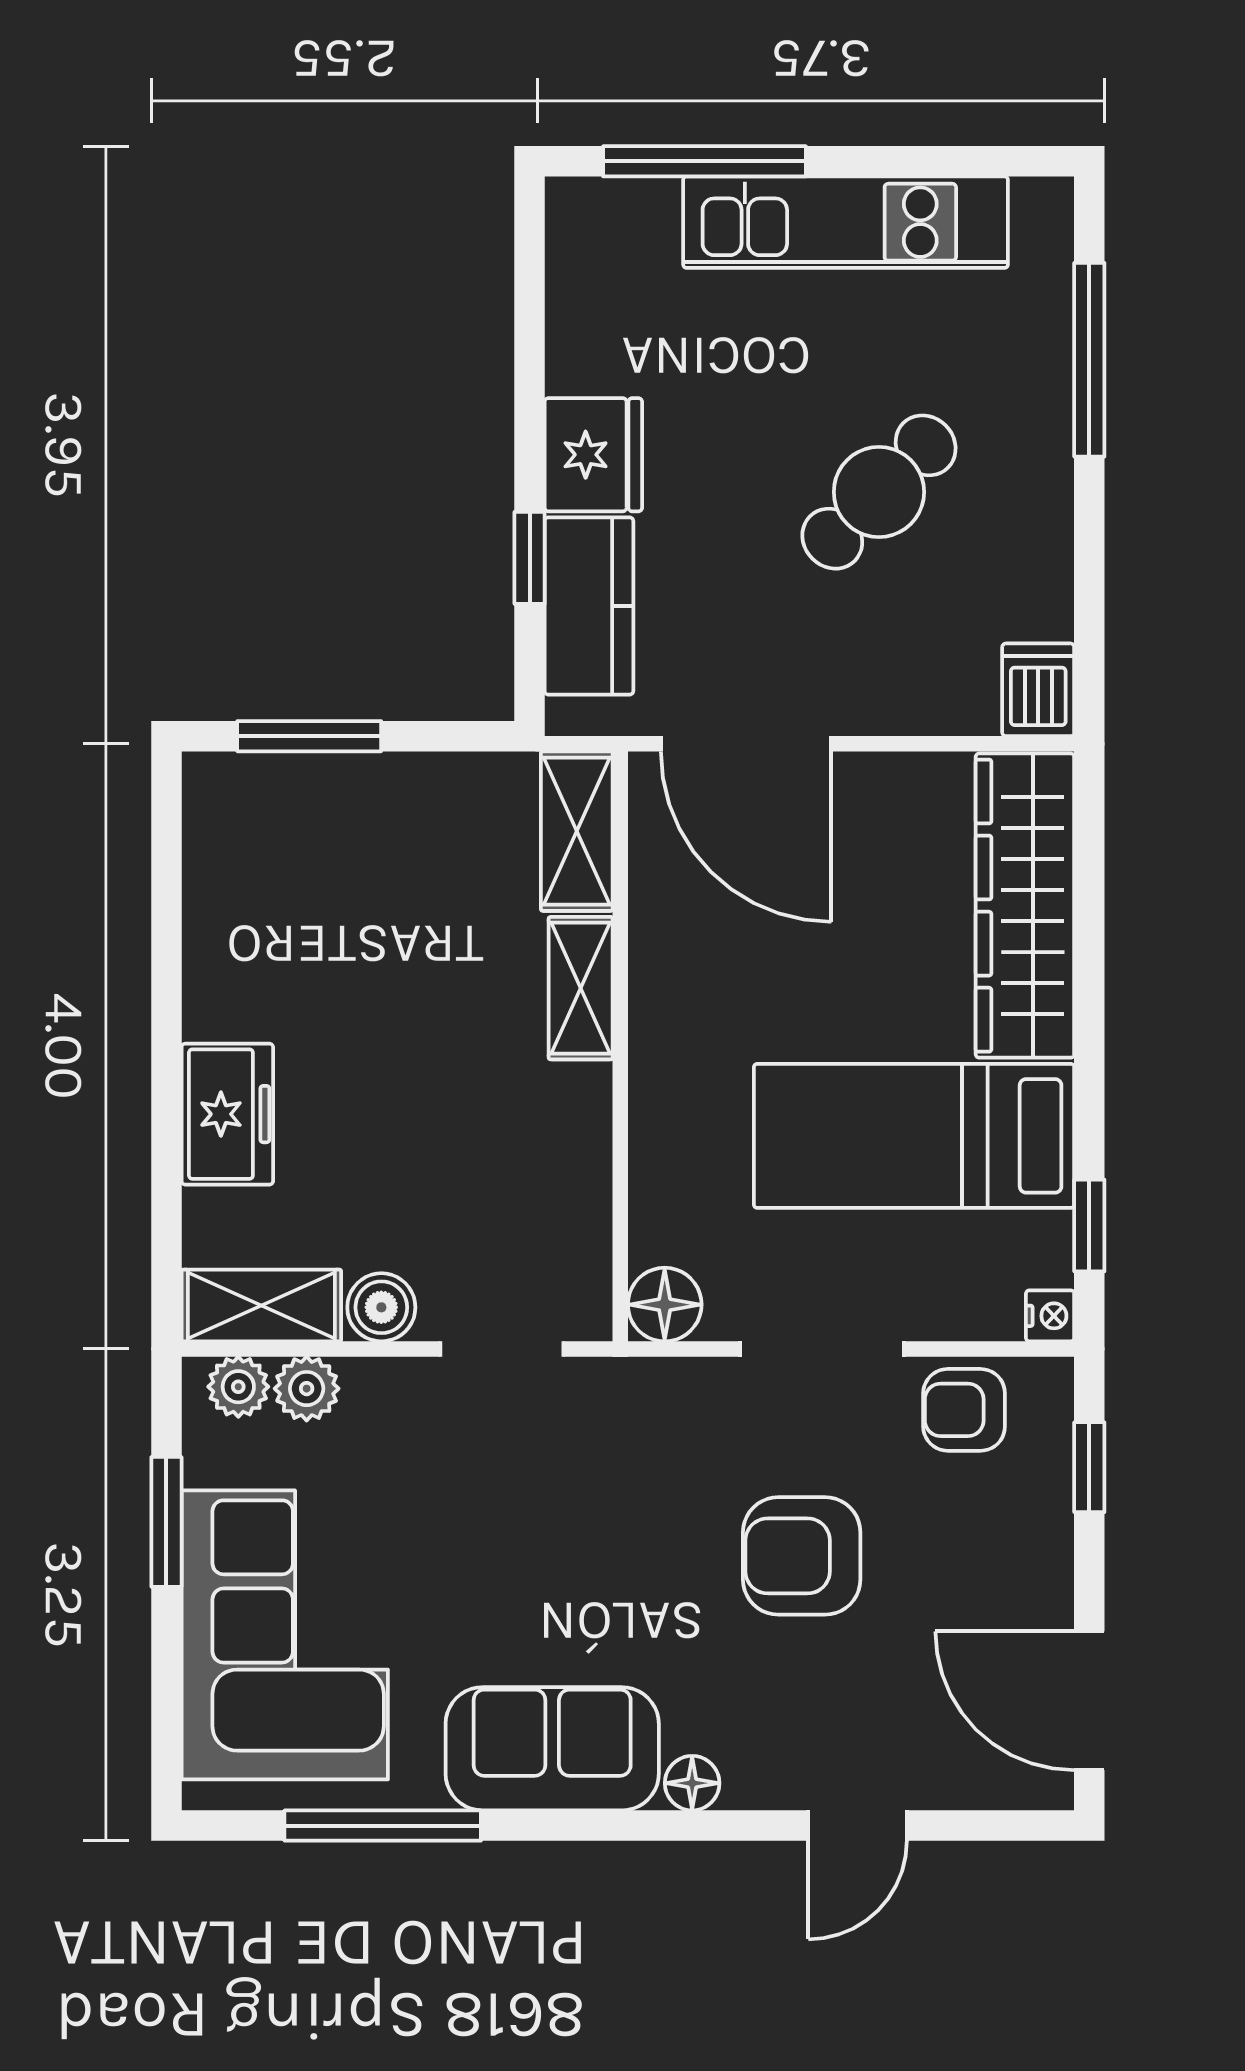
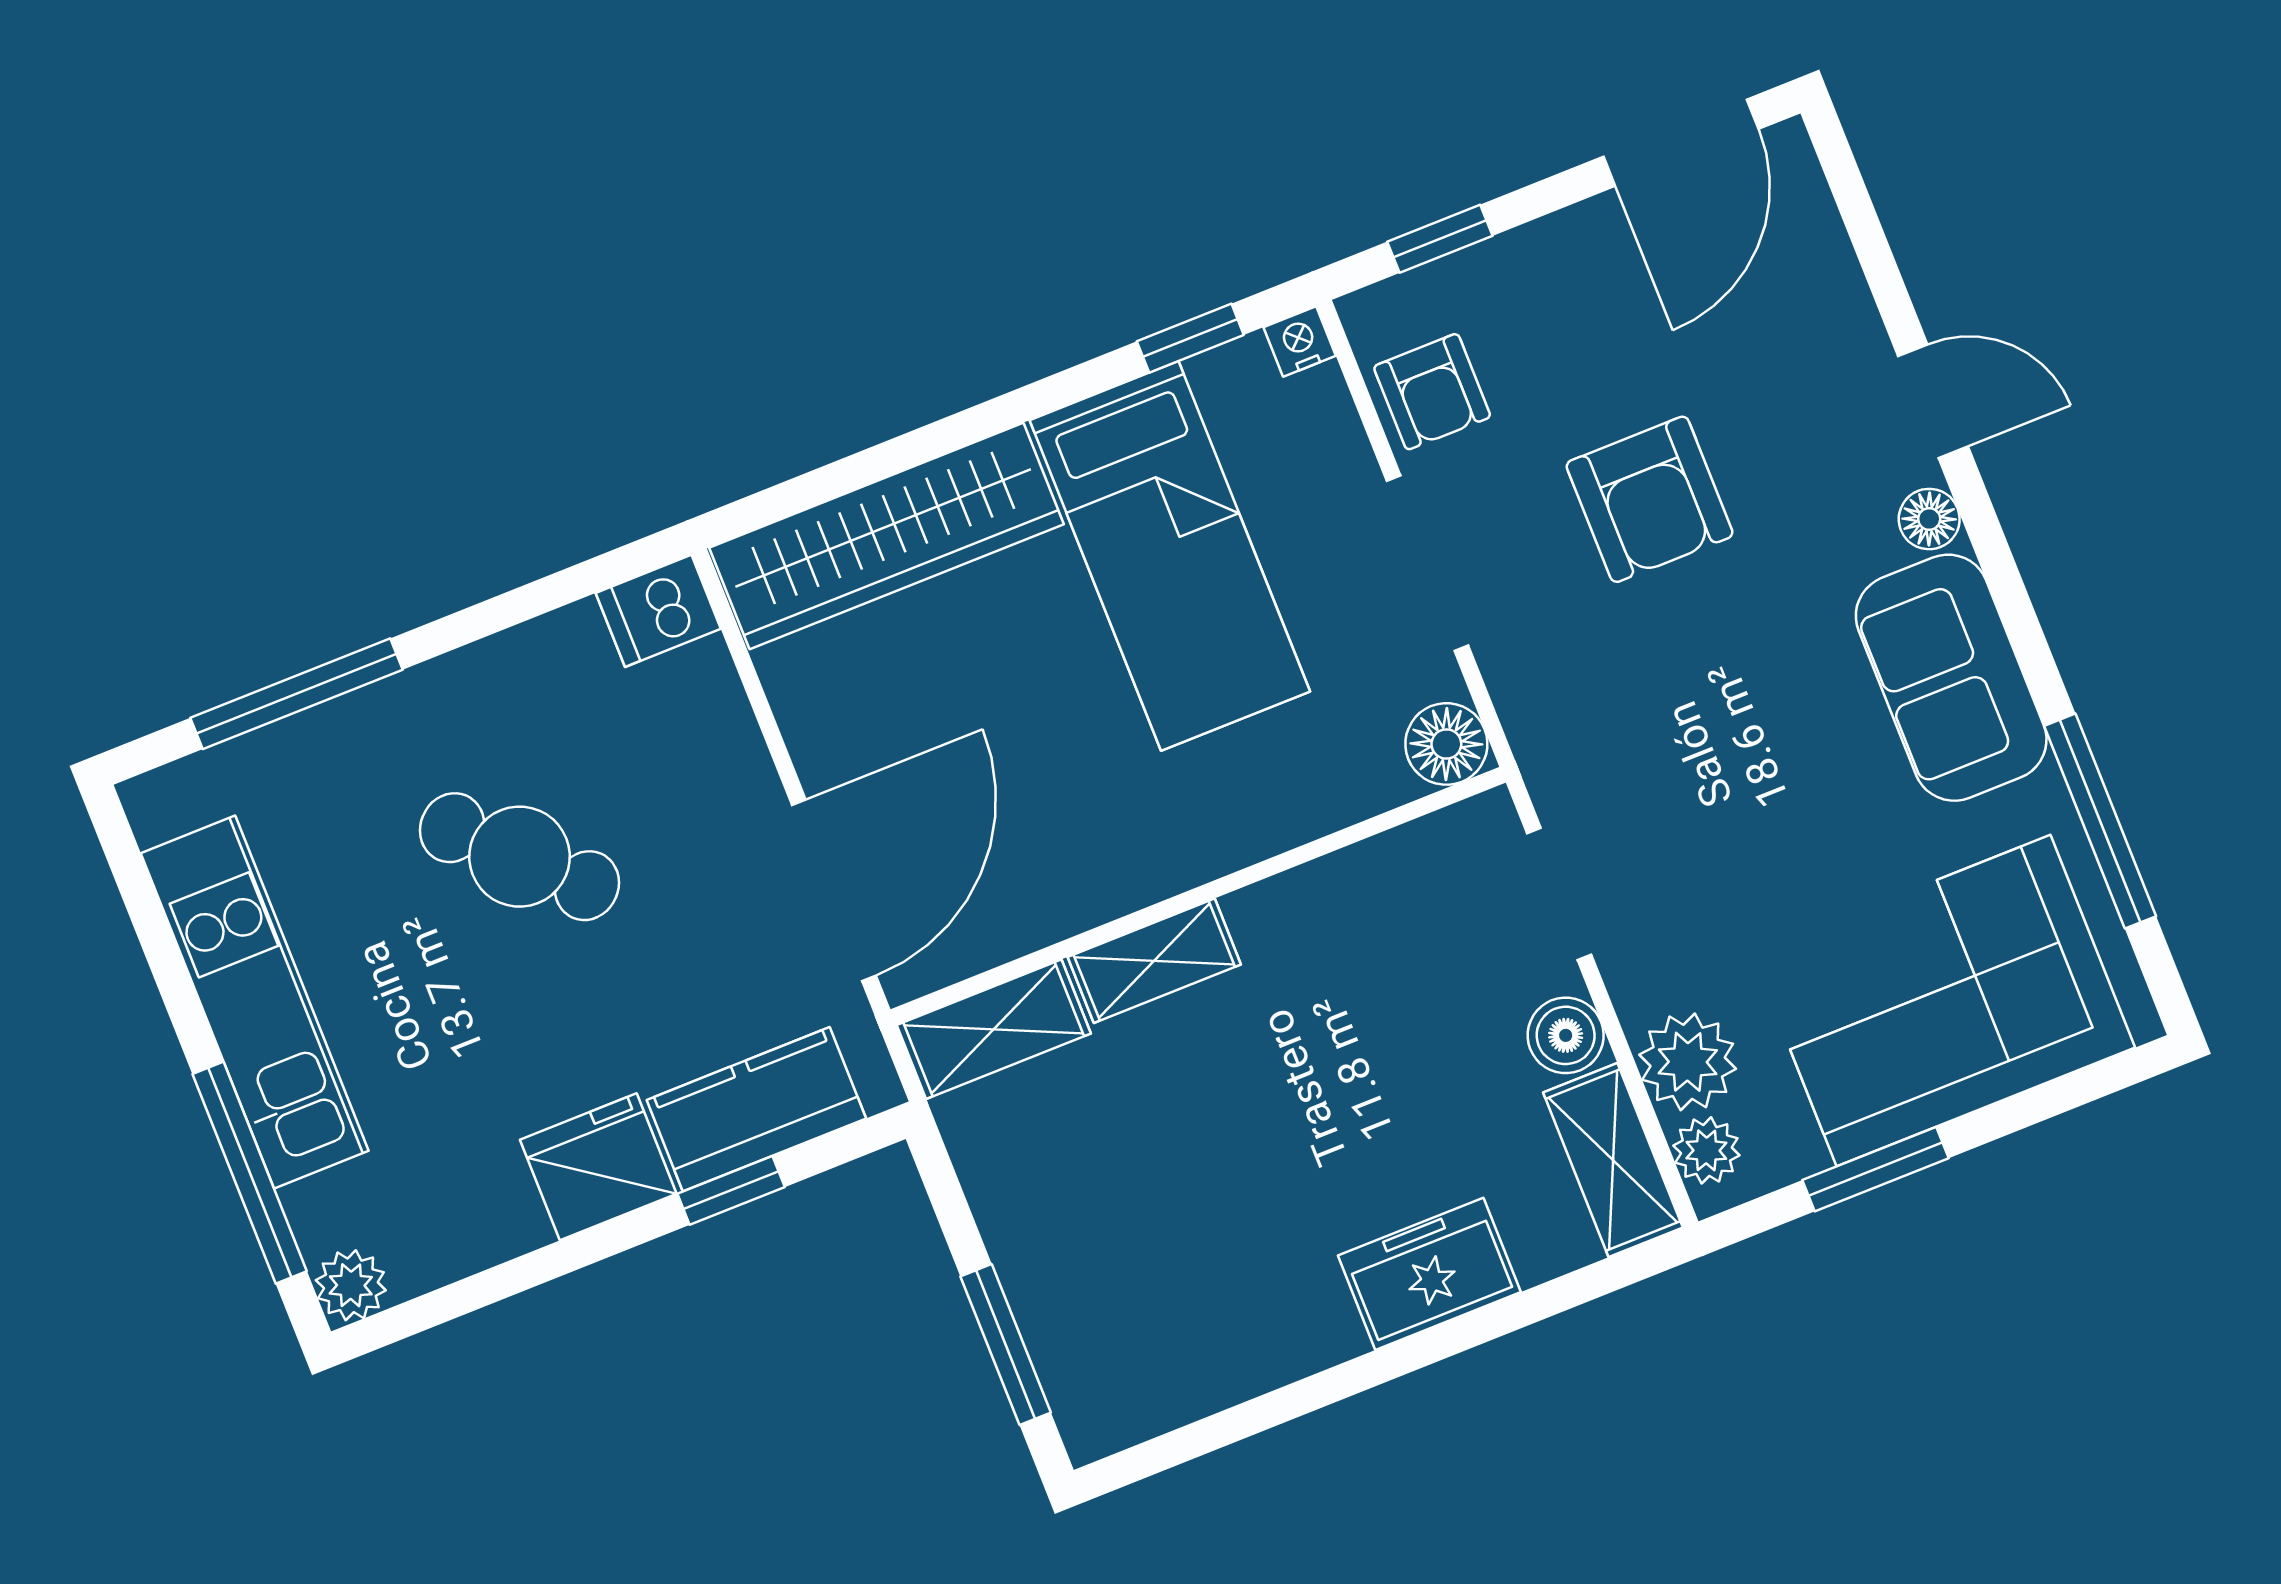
plant: (577, 208) -> (351, 1285), added
plant: (307, 1389) -> (1688, 1062), width x1.38, depth x1.38
door: (858, 1826) -> (1933, 401), moved

